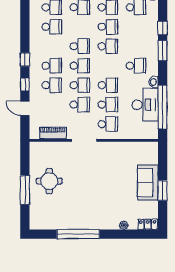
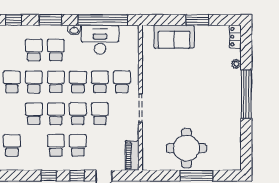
school desk: (136, 46) -> (34, 50), added
window: (163, 51) -> (50, 20), moved
school desk: (108, 66) -> (56, 82), added
piano: (53, 133) -> (132, 155), moved
round table: (49, 181) -> (186, 148), width x1.36, depth x1.36
sofa: (148, 183) -> (174, 37), moved
window: (78, 234) -> (246, 94), moved

